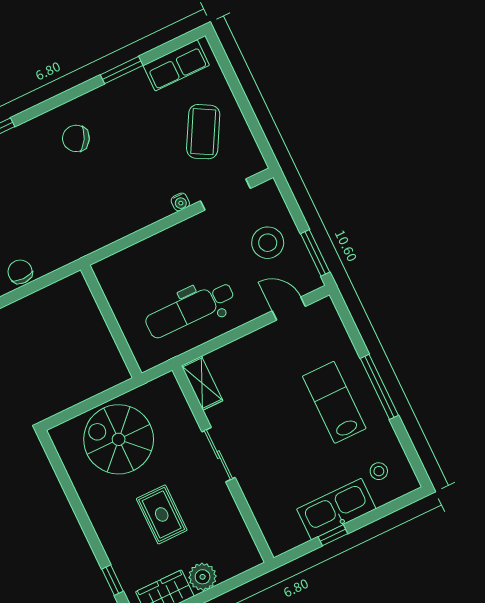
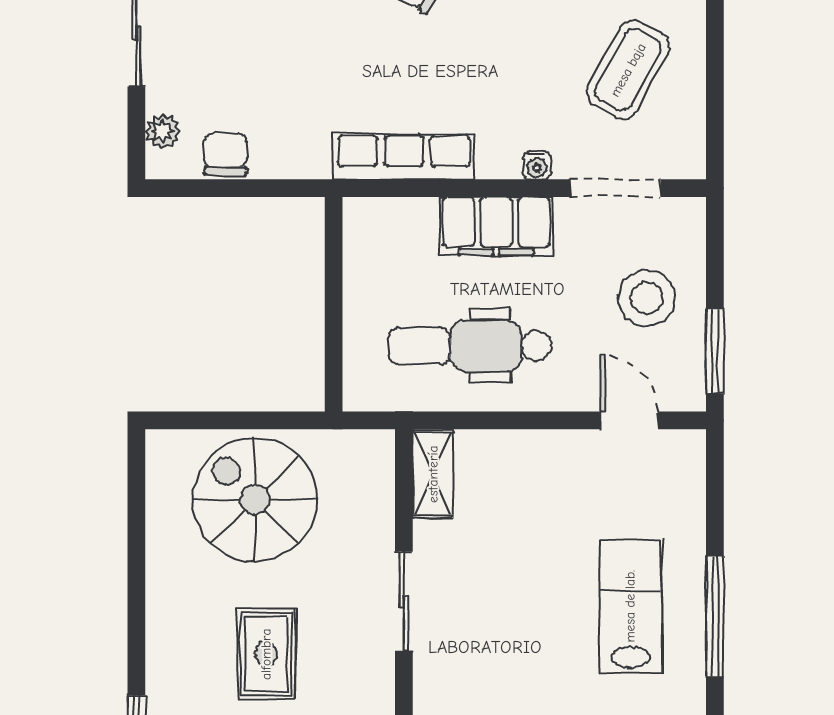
row of seats: (111, 230) -> (404, 156), added
filing cabinet: (174, 243) -> (496, 226), added

